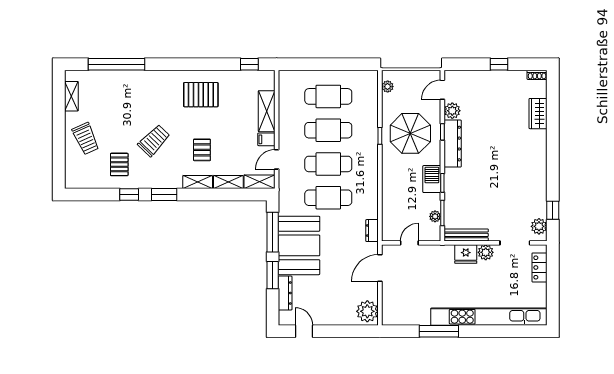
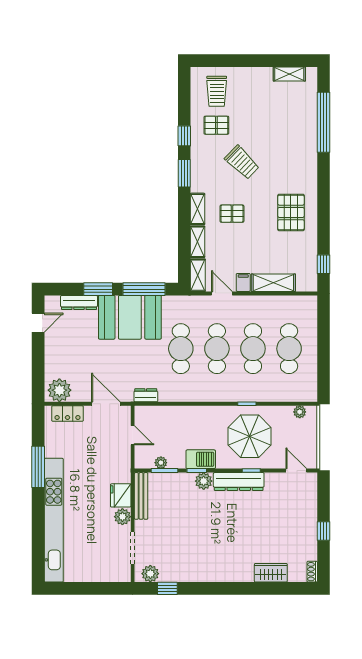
plant: (452, 111) -> (204, 481), moved
trolley: (86, 139) -> (217, 91), moved, turned -66
locker: (540, 267) -> (67, 414), moved, turned 180

